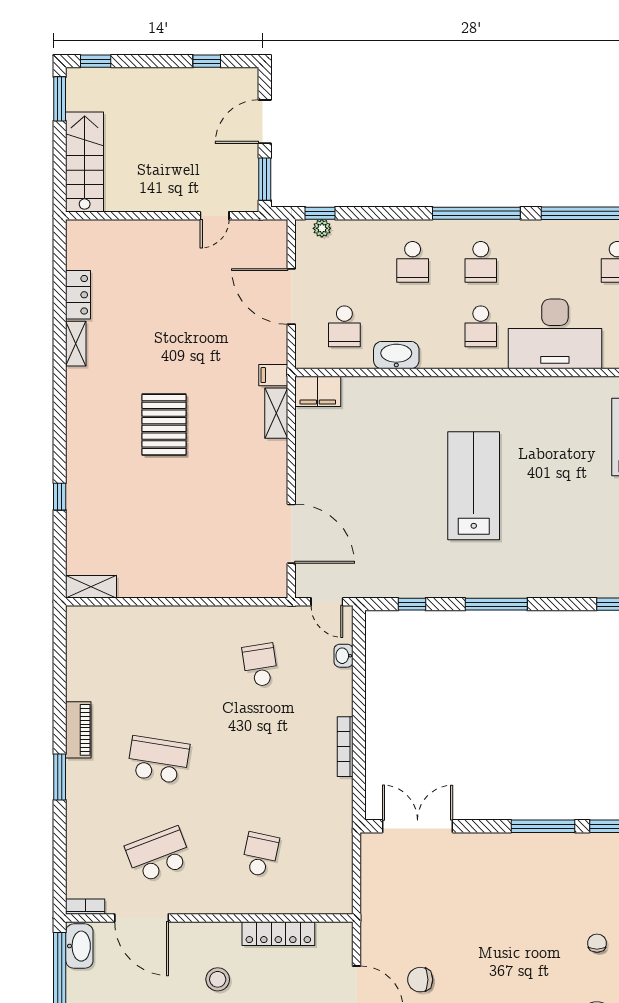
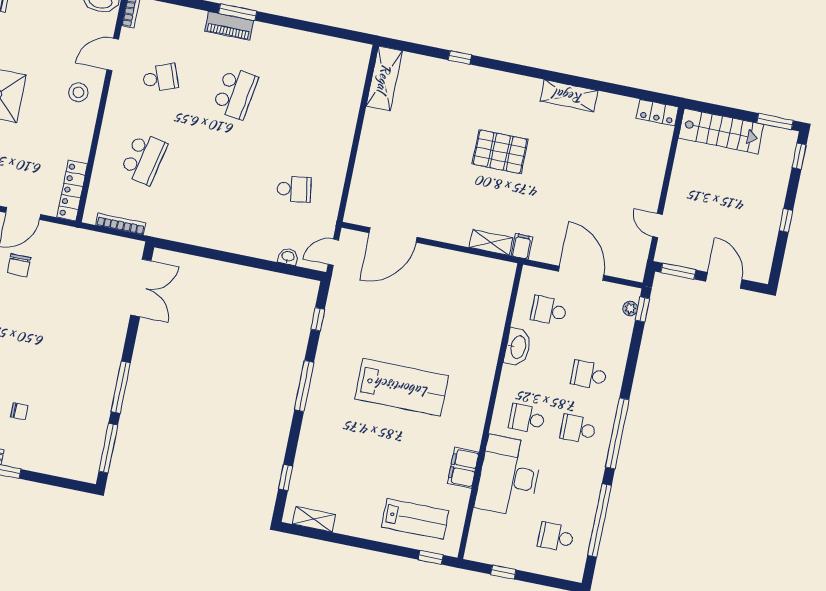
window: (207, 61) -> (786, 220), moved
locker: (78, 295) -> (657, 113), moved
door: (291, 296) -> (581, 273), hinge flipped
shelving: (76, 344) -> (569, 96), width x1.50, depth x1.33
filing cabinet: (318, 391) -> (463, 468), moved
shelving: (91, 587) -> (384, 78), width x1.50, depth x1.33
piano: (78, 730) -> (229, 26), moved
bookcase: (345, 747) -> (121, 224), moved
school desk: (158, 855) -> (160, 78), width x0.54
school desk: (260, 855) -> (144, 159), width x1.85
door: (142, 918) -> (113, 54), width x0.73
locker: (278, 934) -> (72, 191), moved
stool: (218, 979) -> (78, 92), moved
chair: (420, 980) -> (19, 265), turned 180

